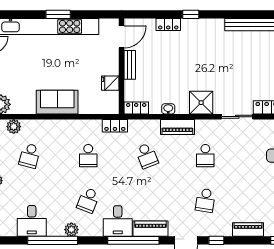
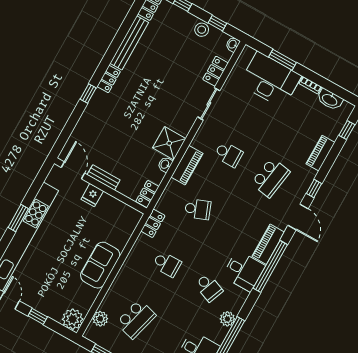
locker: (168, 24) -> (109, 79), moved
fridge: (110, 83) -> (92, 195), moved
shower: (201, 103) -> (169, 143), moved
school desk: (30, 156) -> (136, 319), width x1.85
school desk: (205, 200) -> (270, 178), width x1.85

